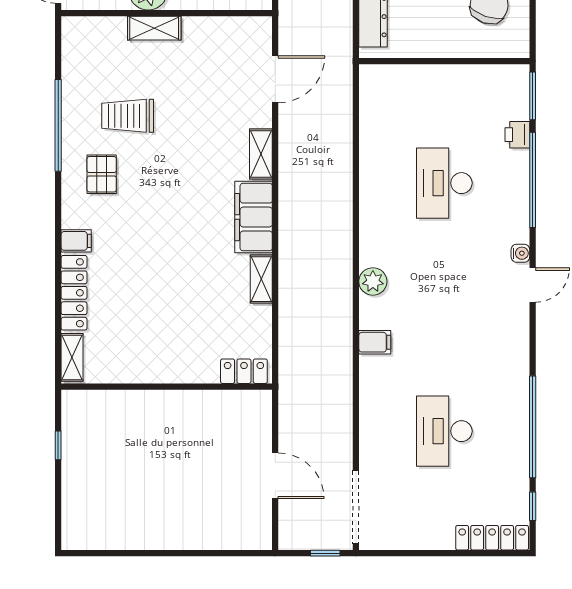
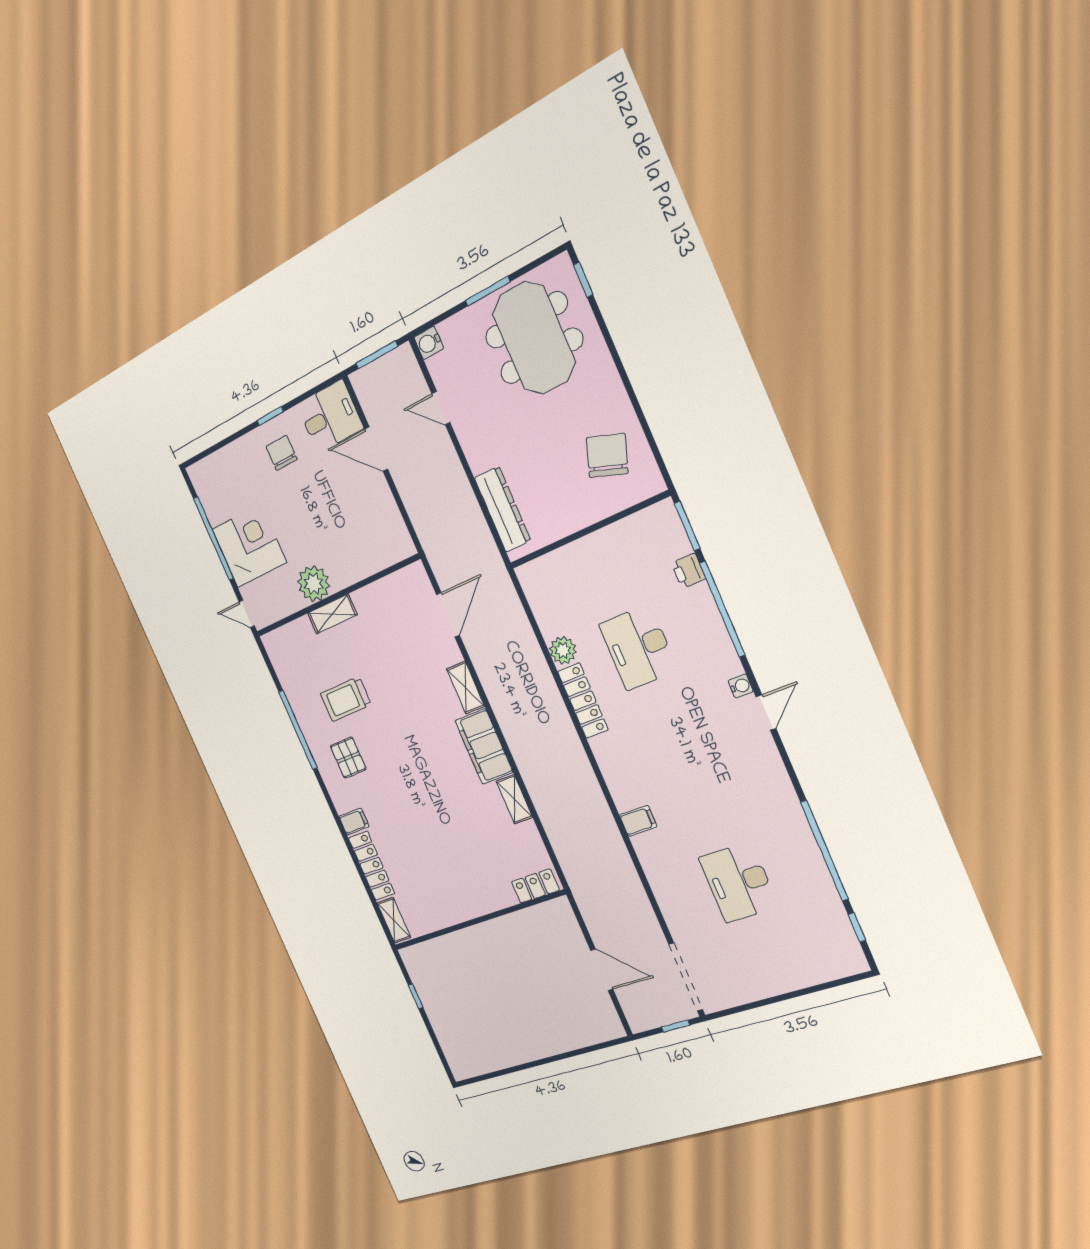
plant: (373, 281) -> (563, 650), moved
locker: (492, 538) -> (583, 701), moved, turned 90

